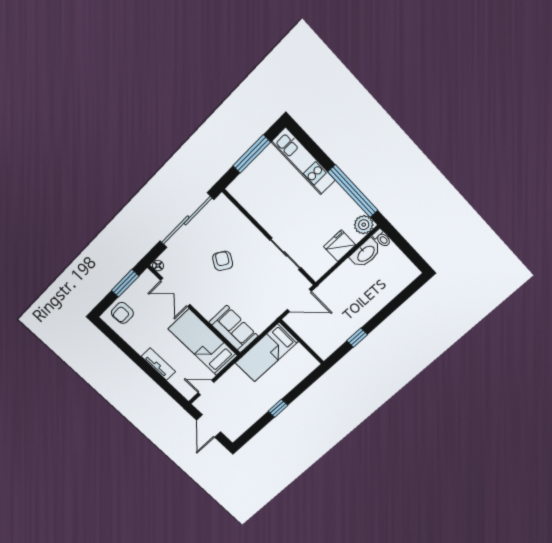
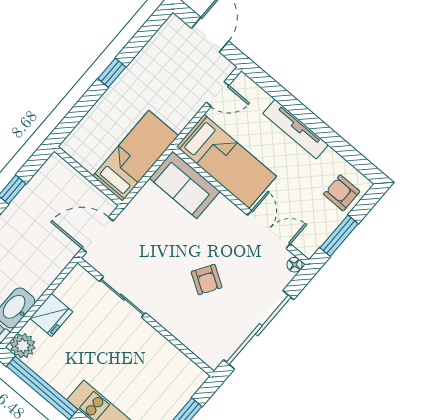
armchair: (122, 313) -> (342, 193), turned -89
tv unit: (158, 364) -> (296, 129), width x1.41

